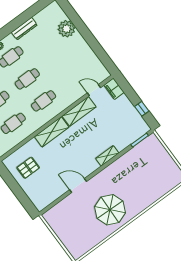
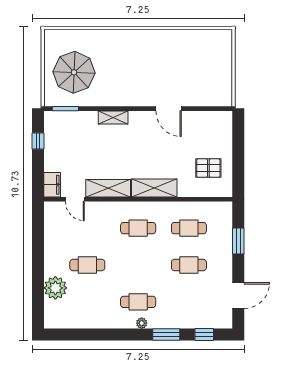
dresser: (24, 29) -> (101, 322), removed
cafe table: (27, 79) -> (87, 265), moved
parasol: (110, 210) -> (74, 72), moved

